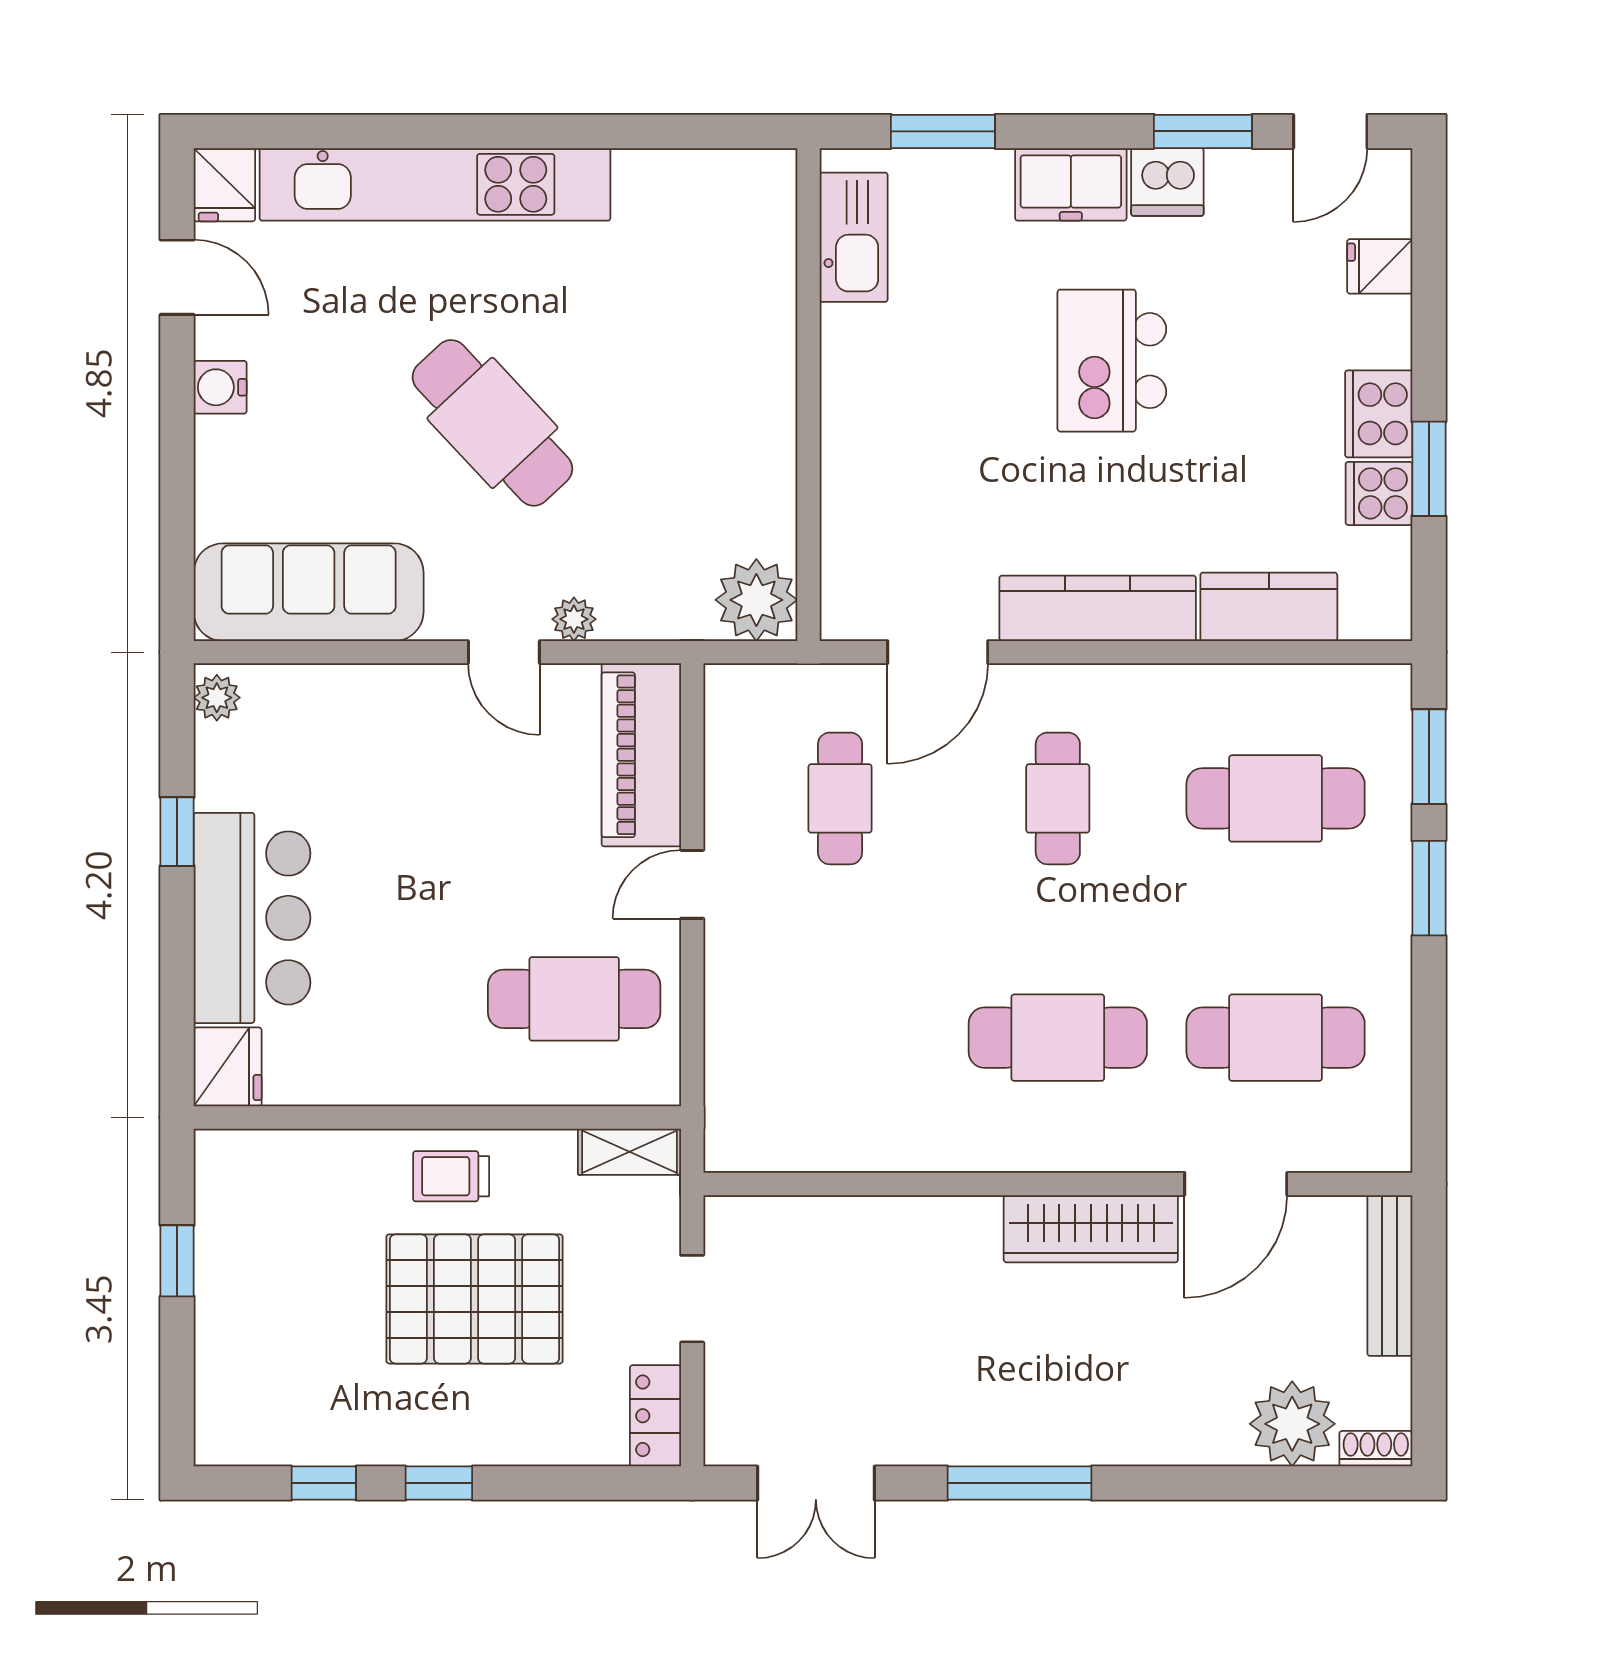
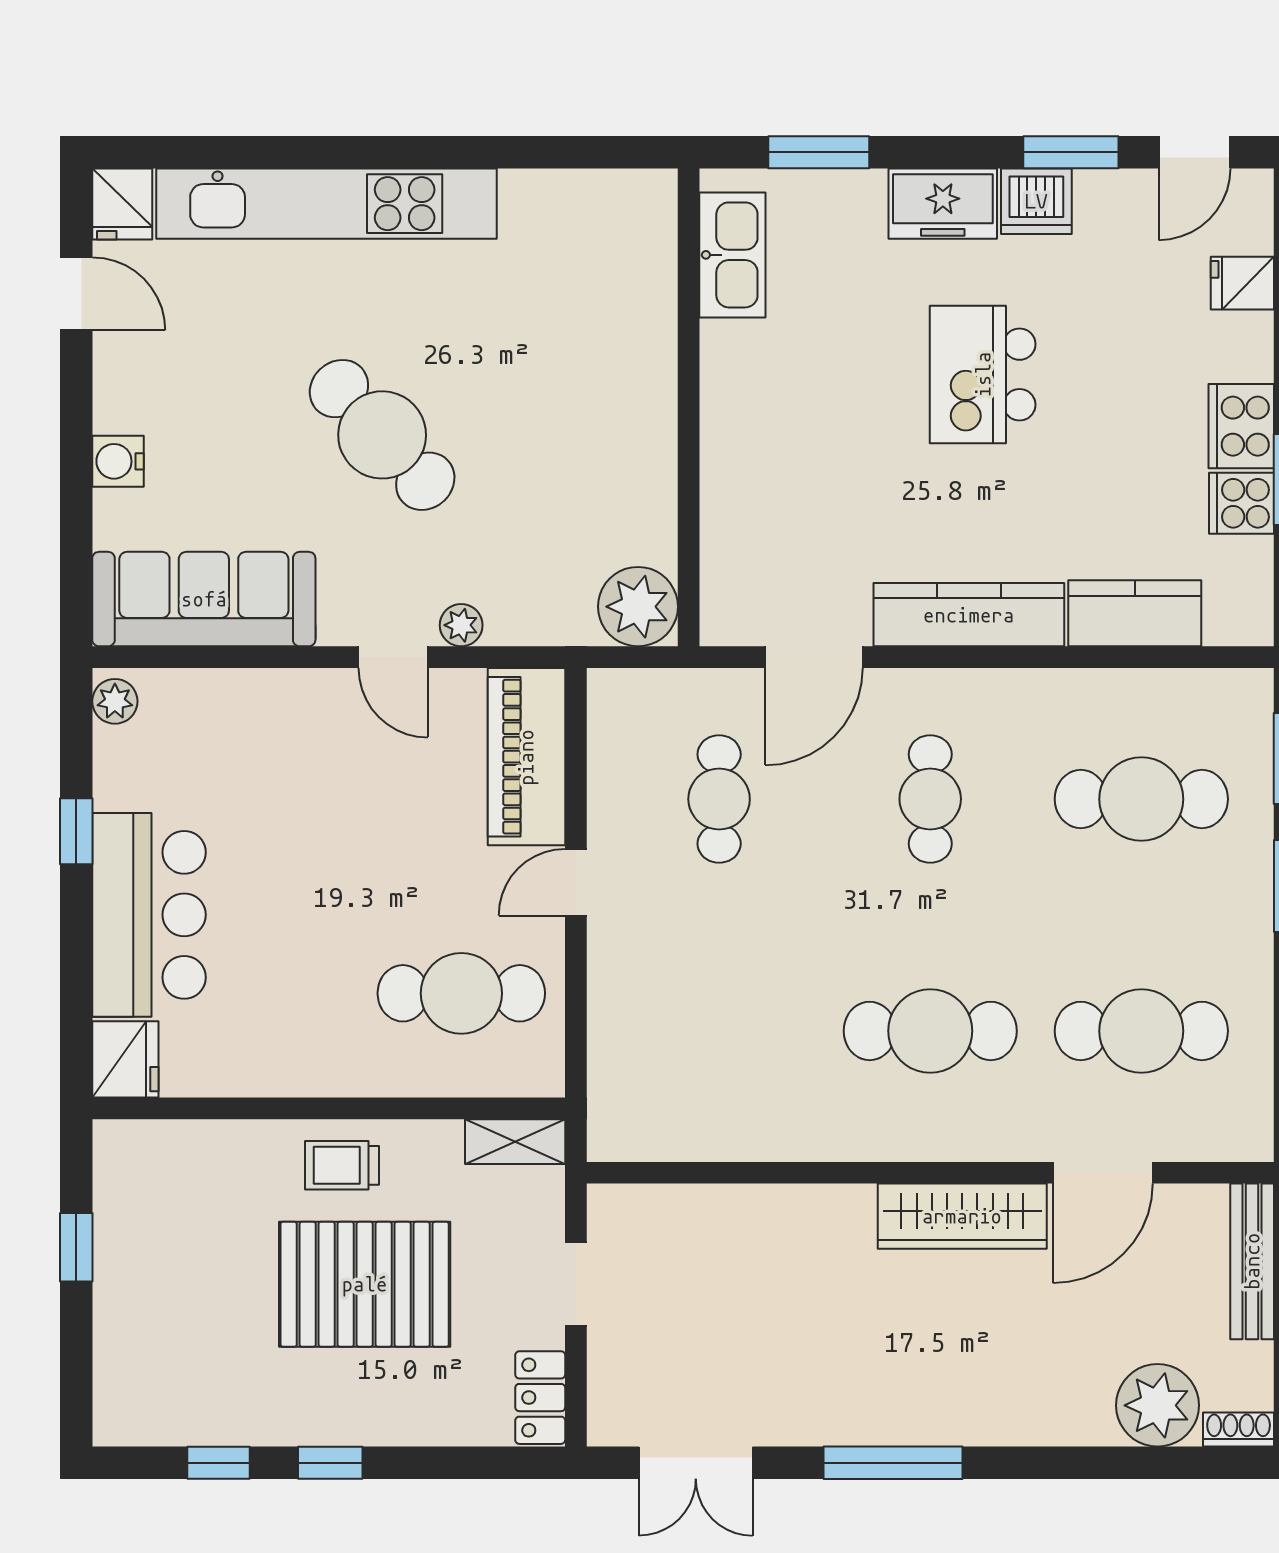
water cooler: (220, 387) -> (118, 461), moved

